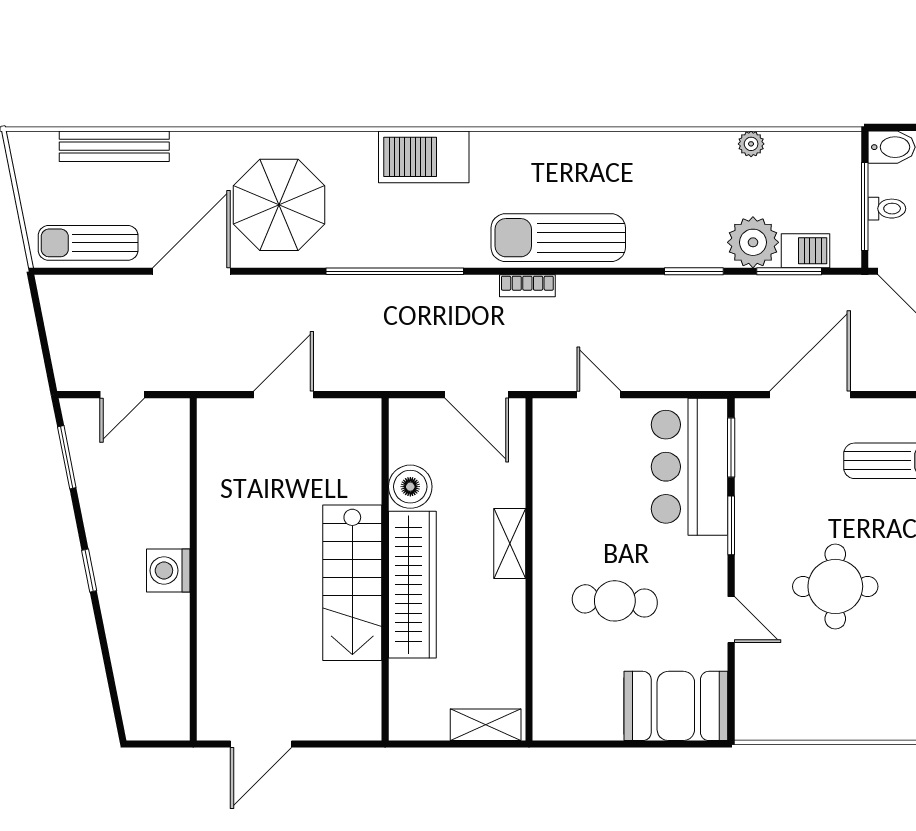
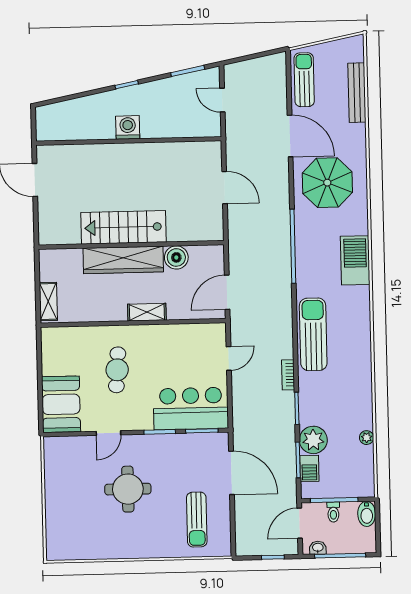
bookcase: (527, 286) -> (288, 375), moved

